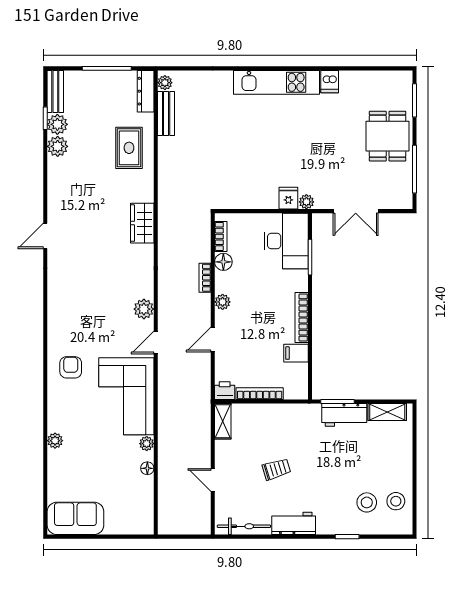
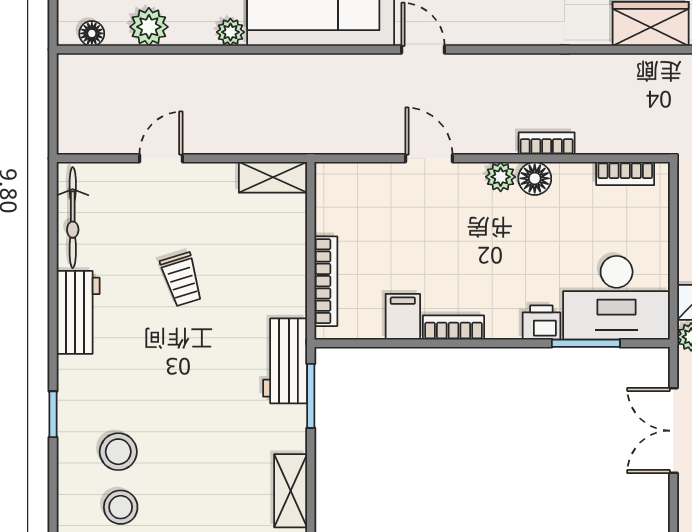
floor lamp: (223, 262) -> (535, 178), moved
plant: (144, 309) -> (149, 27), moved
bookcase: (302, 318) -> (454, 328), width x0.64
printer: (225, 391) -> (541, 323), moved, turned -90
bookcase: (260, 394) -> (326, 281), moved
workbench: (344, 415) -> (285, 361), moved
floor lamp: (147, 468) -> (92, 33), moved

